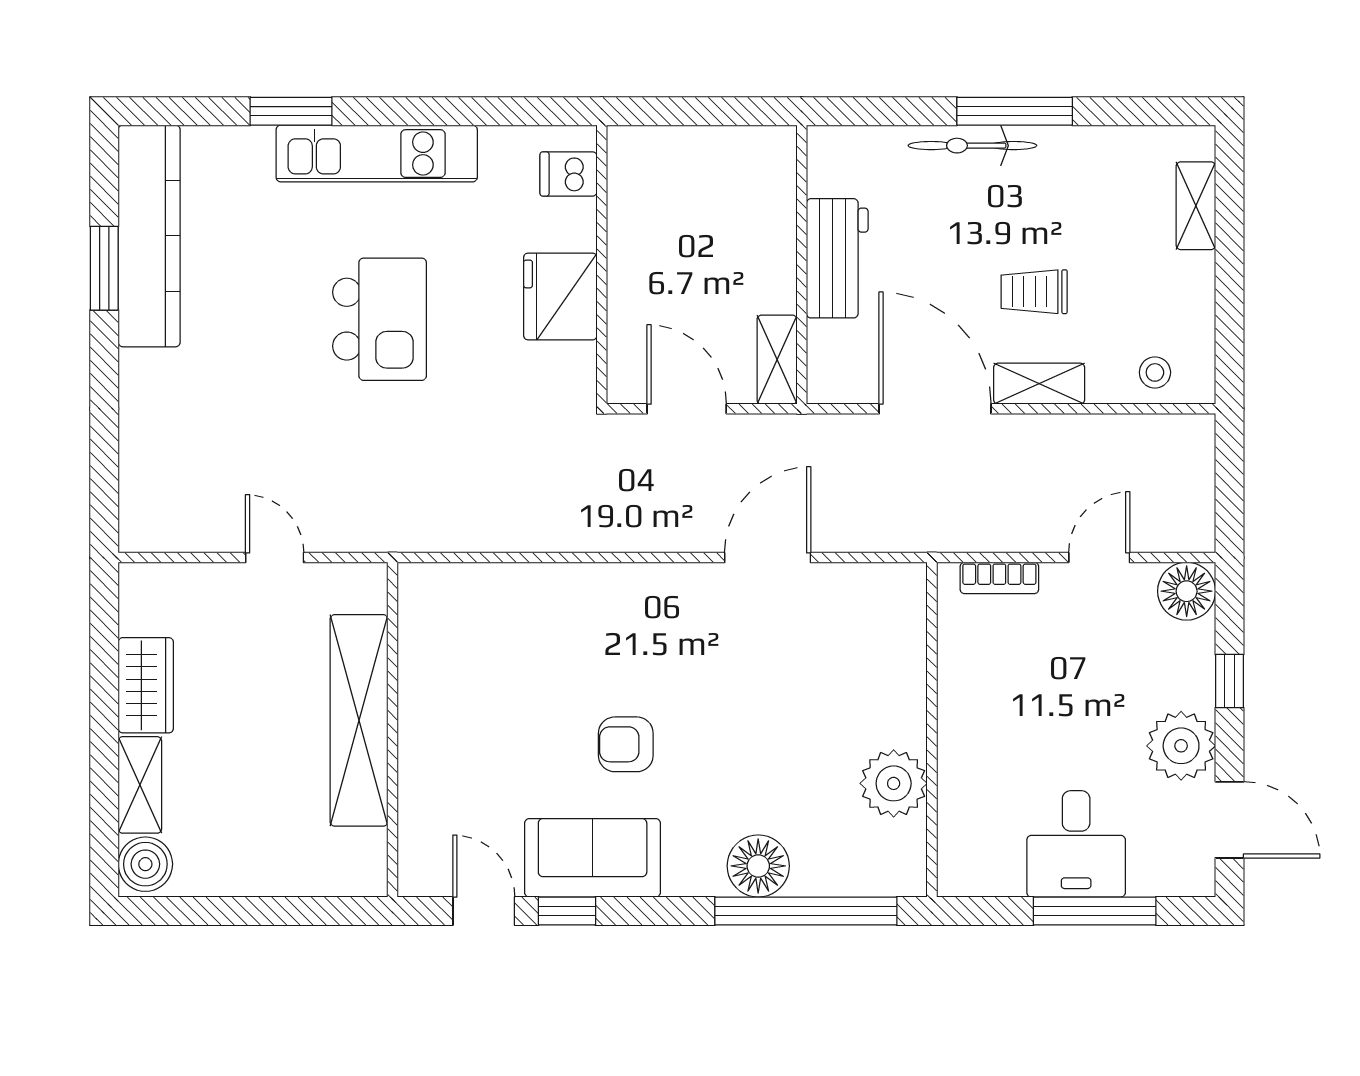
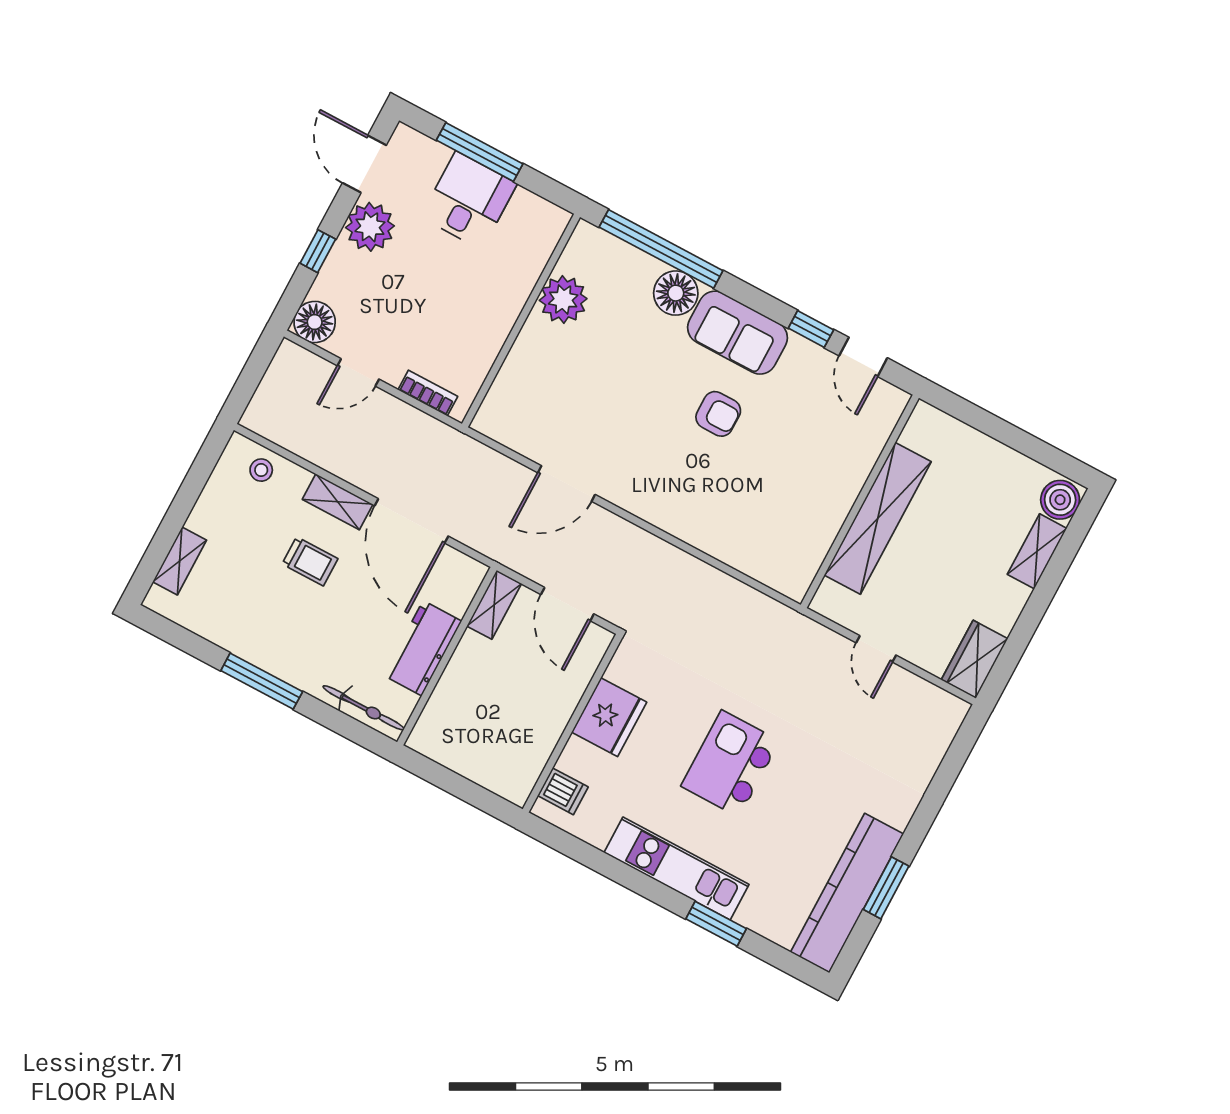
bicycle: (972, 146) -> (364, 708), moved
wardrobe: (146, 685) -> (975, 659), moved
sofa: (593, 858) -> (738, 333), moved

